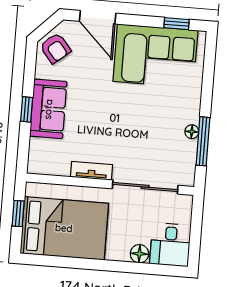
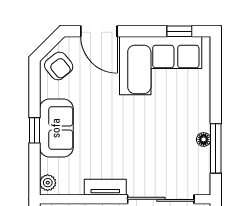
plant: (35, 162) -> (48, 183), added

